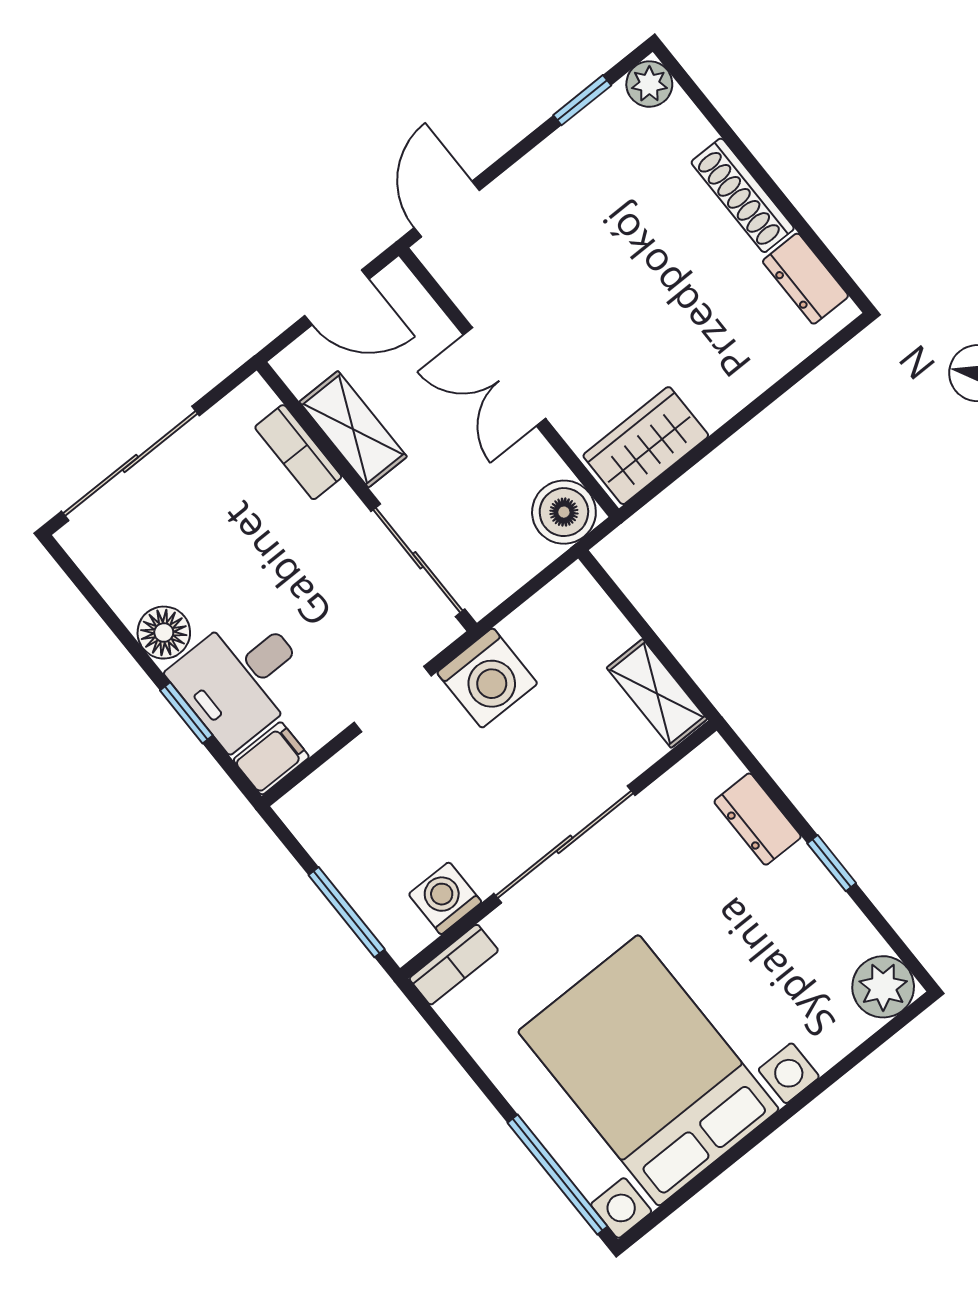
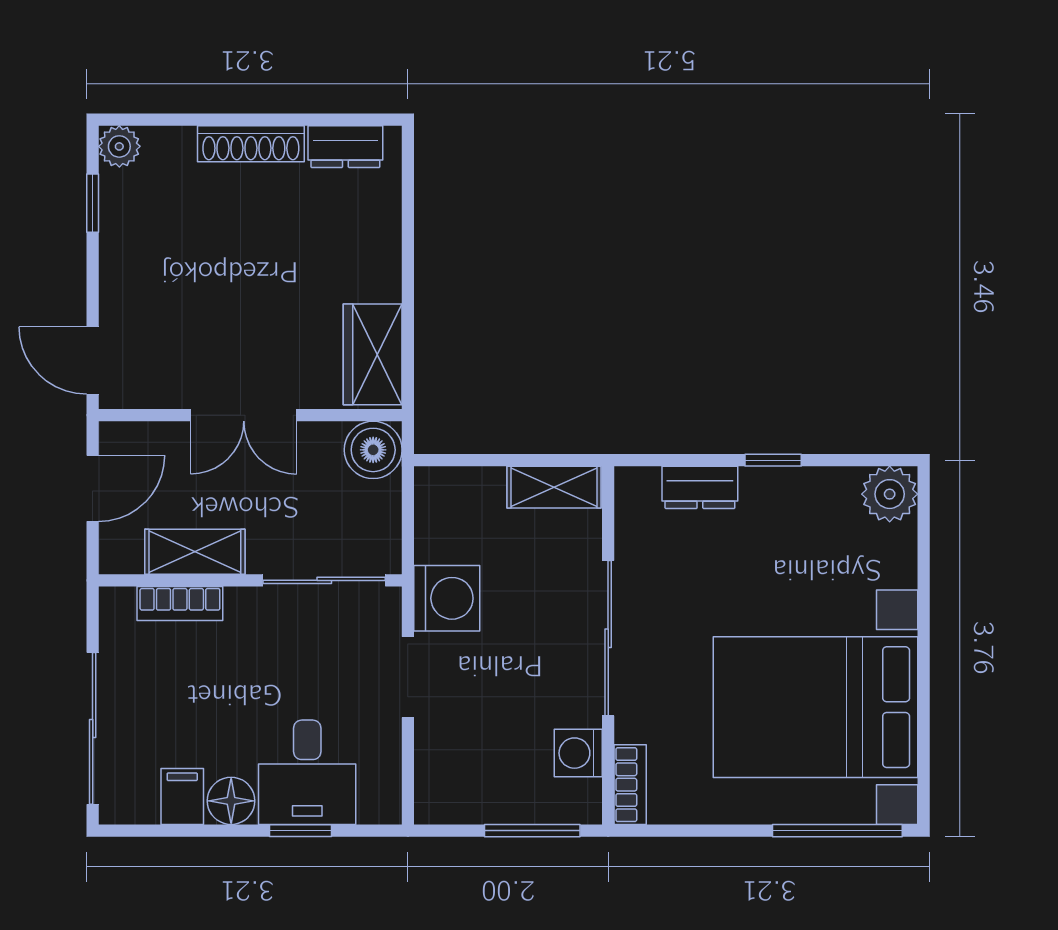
filing cabinet: (271, 758) -> (182, 796), moved

